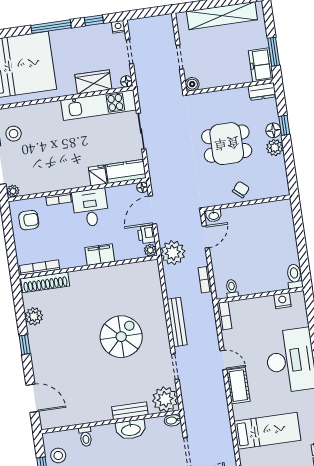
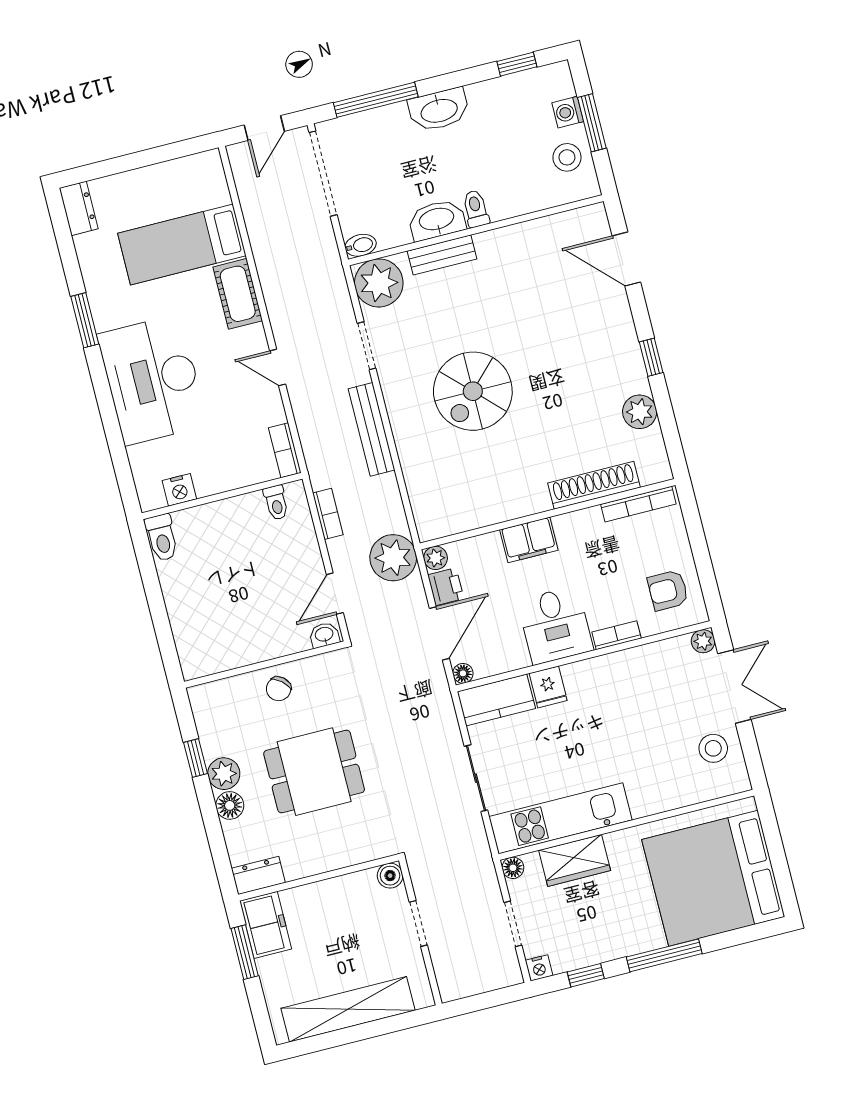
window: (284, 125) -> (196, 758), moved
shoe rack: (45, 282) -> (594, 485), moved
cot: (238, 386) -> (238, 294), moved
toilet: (86, 437) -> (476, 209), moved

